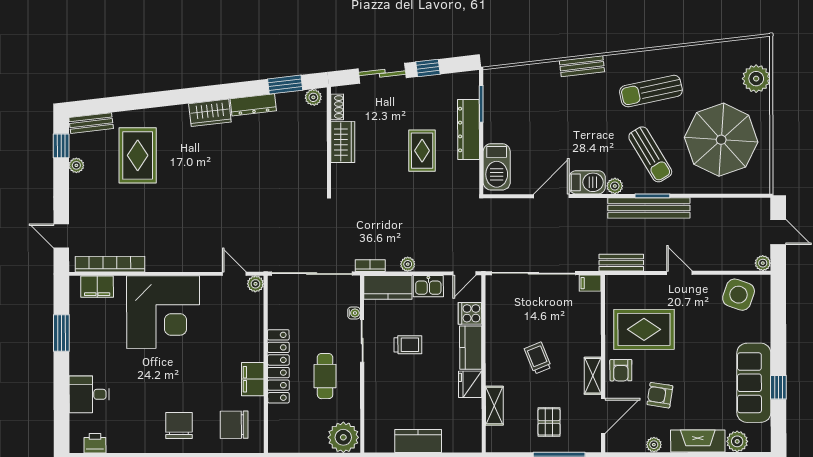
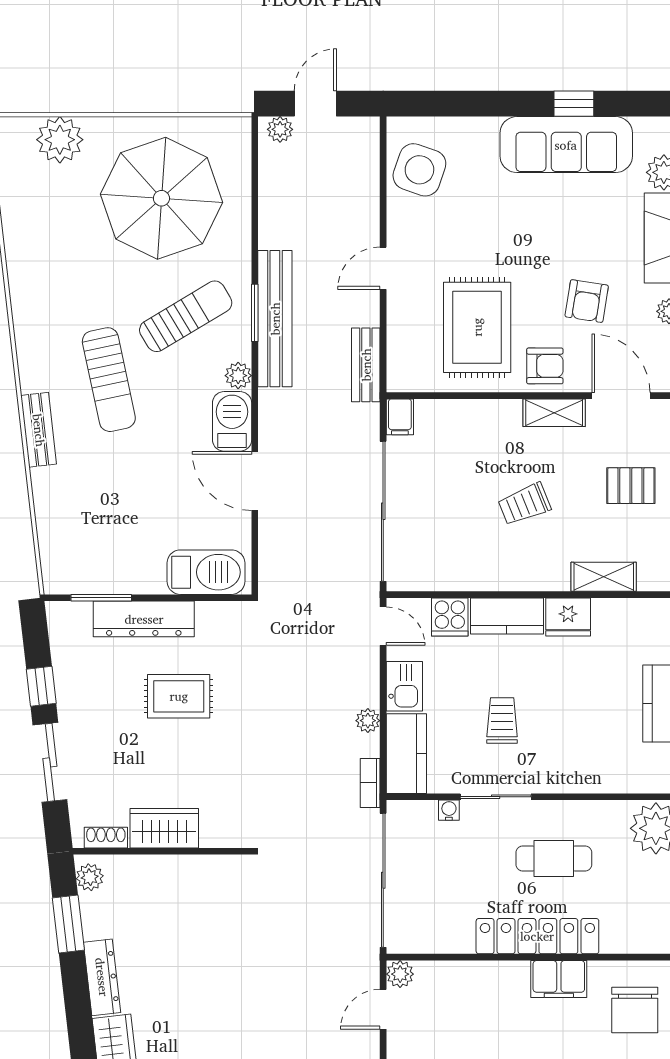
sun lounger: (651, 91) -> (109, 380), moved
plant: (763, 263) -> (280, 129), moved

